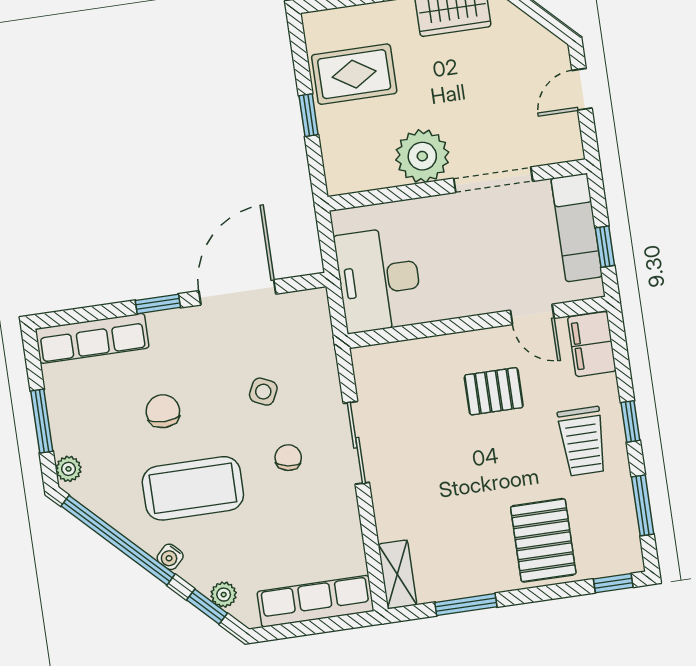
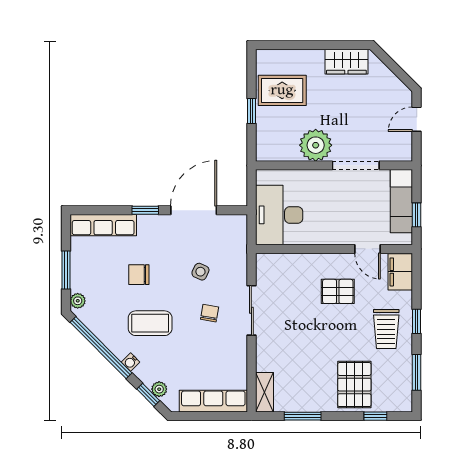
chair: (163, 411) -> (139, 275), turned -90
coffee table: (193, 488) -> (150, 323), width x0.73, depth x0.76
window: (613, 583) -> (375, 416), moved

